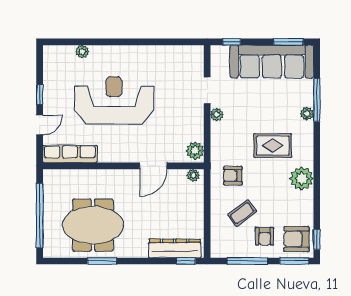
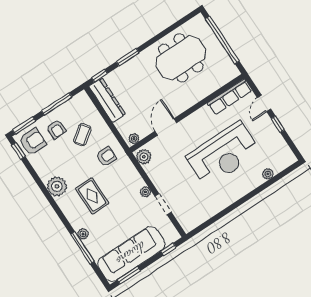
rug: (273, 146) -> (92, 196), turned 90
armchair: (265, 236) -> (56, 129), turned 180
dresser: (175, 248) -> (107, 100), moved, turned -90
window: (102, 261) -> (128, 57), moved

